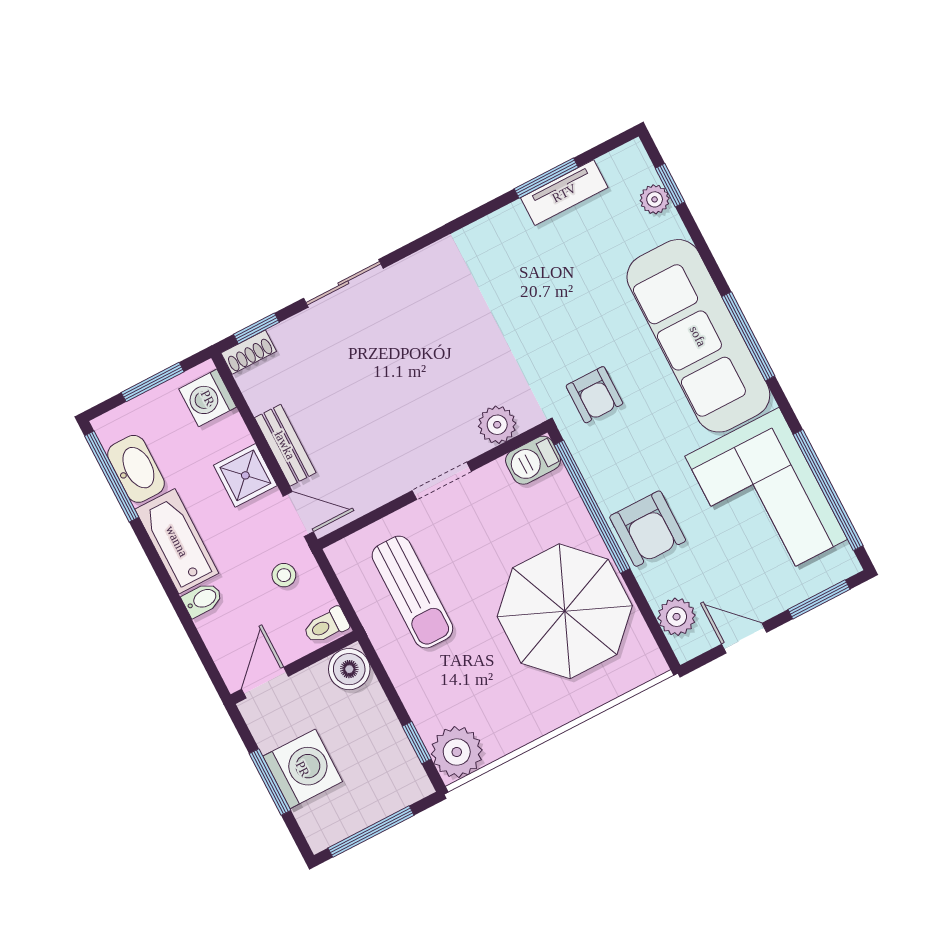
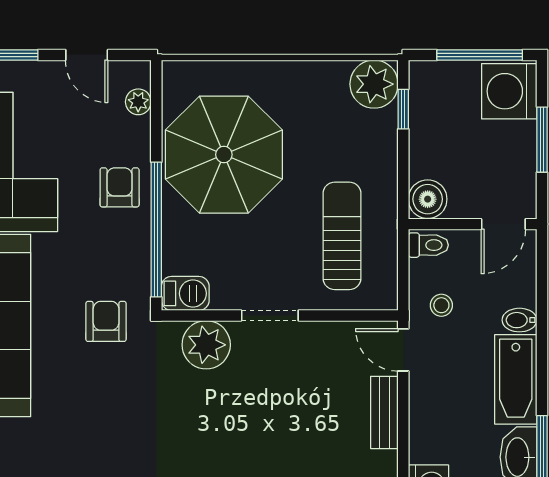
plant: (497, 425) -> (206, 345), width x1.36, depth x1.36
shower: (245, 475) -> (430, 405), removed
armchair: (648, 529) -> (120, 187), width x0.72, depth x0.72
plant: (677, 617) -> (138, 102), width x0.73, depth x0.73
washing machine: (303, 769) -> (509, 91), moved

